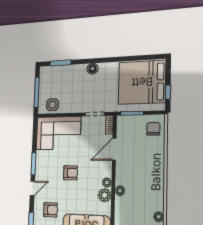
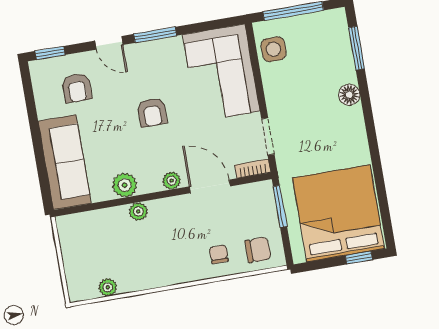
floor lamp: (93, 69) -> (349, 95), moved
window: (168, 92) -> (359, 258), moved
chair: (152, 151) -> (219, 254), added
plant: (107, 183) -> (172, 181), moved

